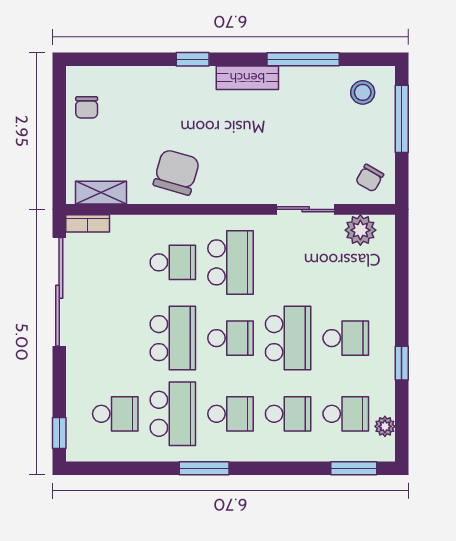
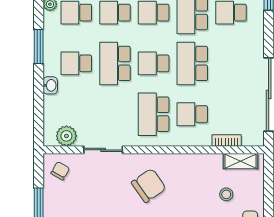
stool: (122, 143) -> (226, 194), added
chair: (176, 172) -> (149, 185), moved, turned -141
bookcase: (88, 223) -> (227, 140), moved
washbasin: (385, 305) -> (50, 85), added
window: (402, 363) -> (39, 47), width x1.50

